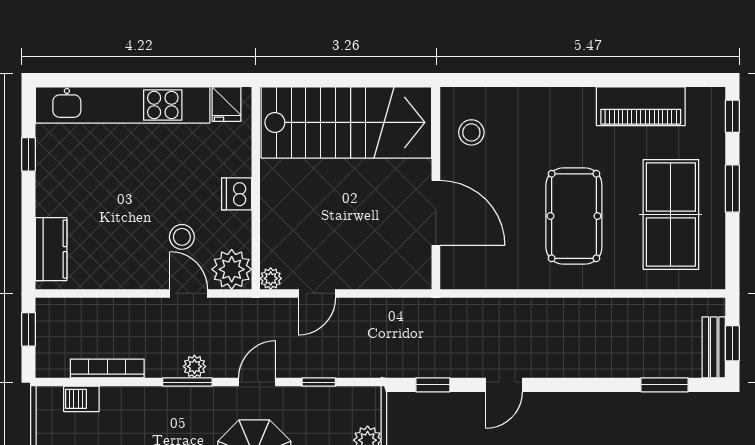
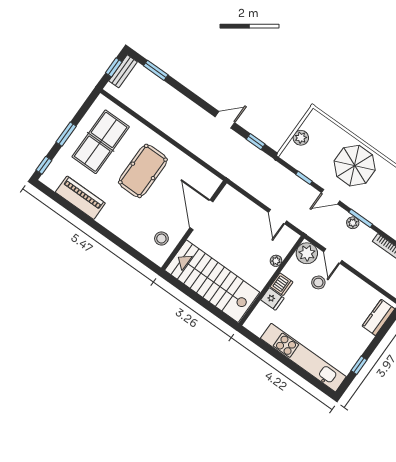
fridge: (227, 104) -> (272, 299), moved, turned 90
plant: (271, 278) -> (276, 261), moved
door: (317, 293) -> (278, 217), swing flipped

